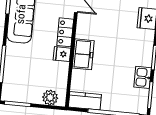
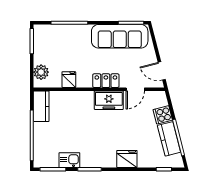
fridge: (62, 54) -> (69, 80), moved
freezer: (83, 54) -> (109, 100), moved

